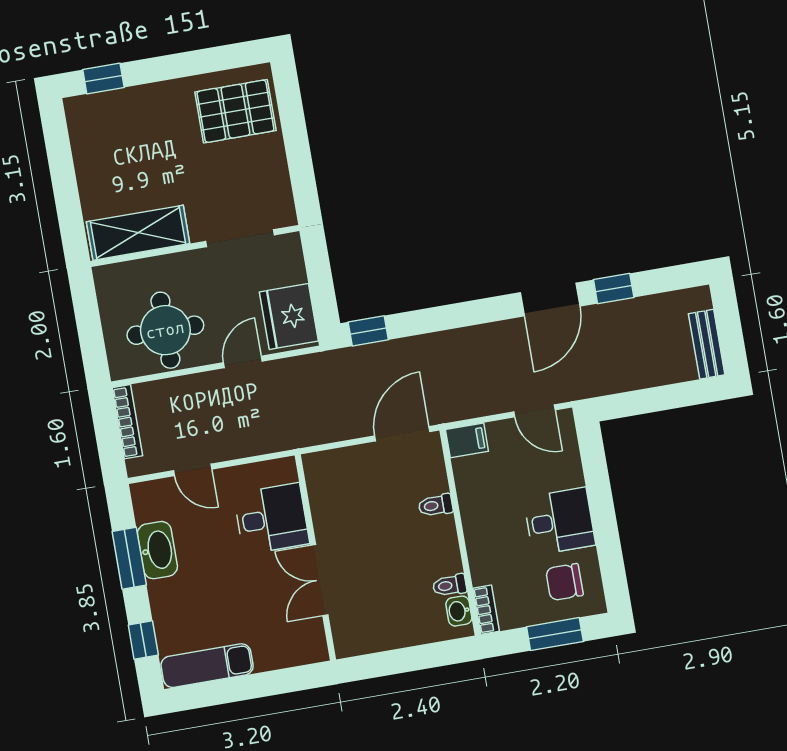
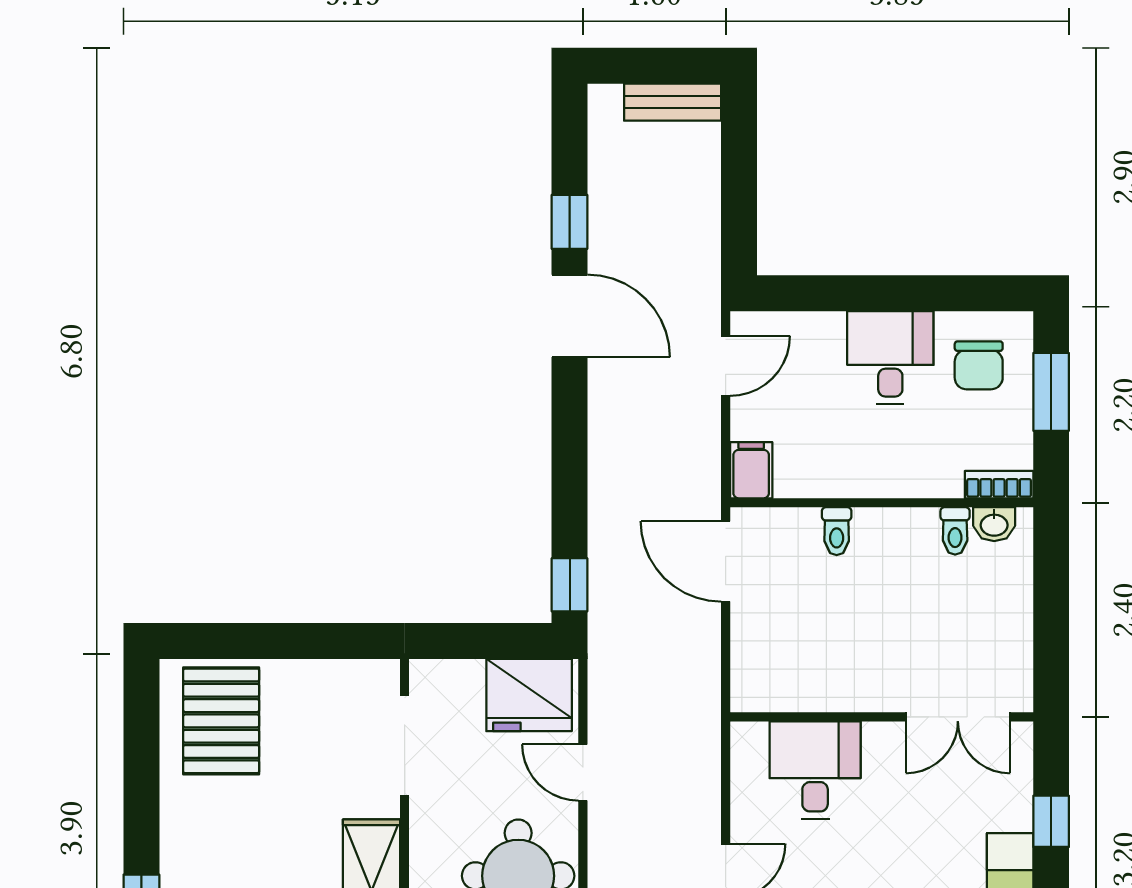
double door: (319, 580) -> (958, 717), moved
window: (264, 684) -> (1051, 821), added

